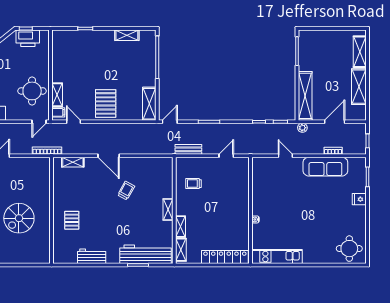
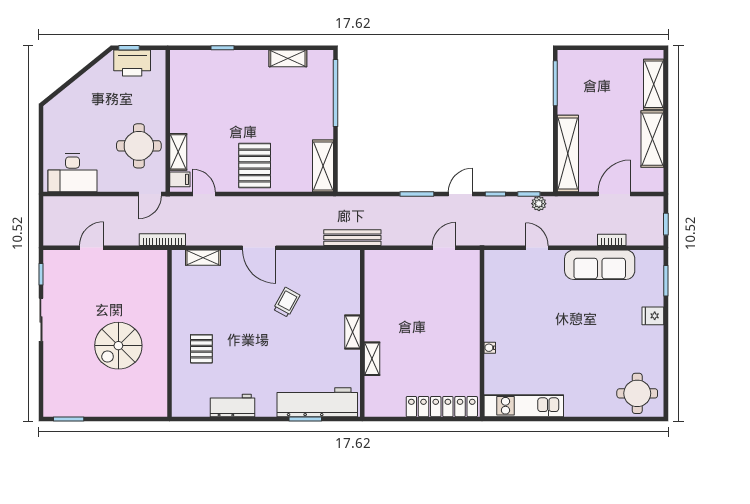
door: (170, 122) -> (460, 194), moved
plant: (302, 128) -> (539, 204), moved
bench: (188, 149) -> (352, 238), moved, width x1.36
trolley: (194, 184) -> (393, 291), removed
shelving: (181, 250) -> (373, 395), removed

